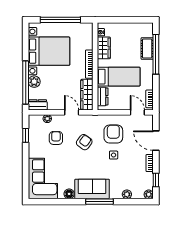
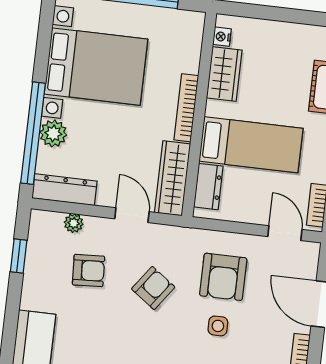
dresser: (38, 105) -> (65, 190), width x1.44
armchair: (113, 134) -> (223, 277), turned 180
armchair: (56, 138) -> (89, 271), turned 87

